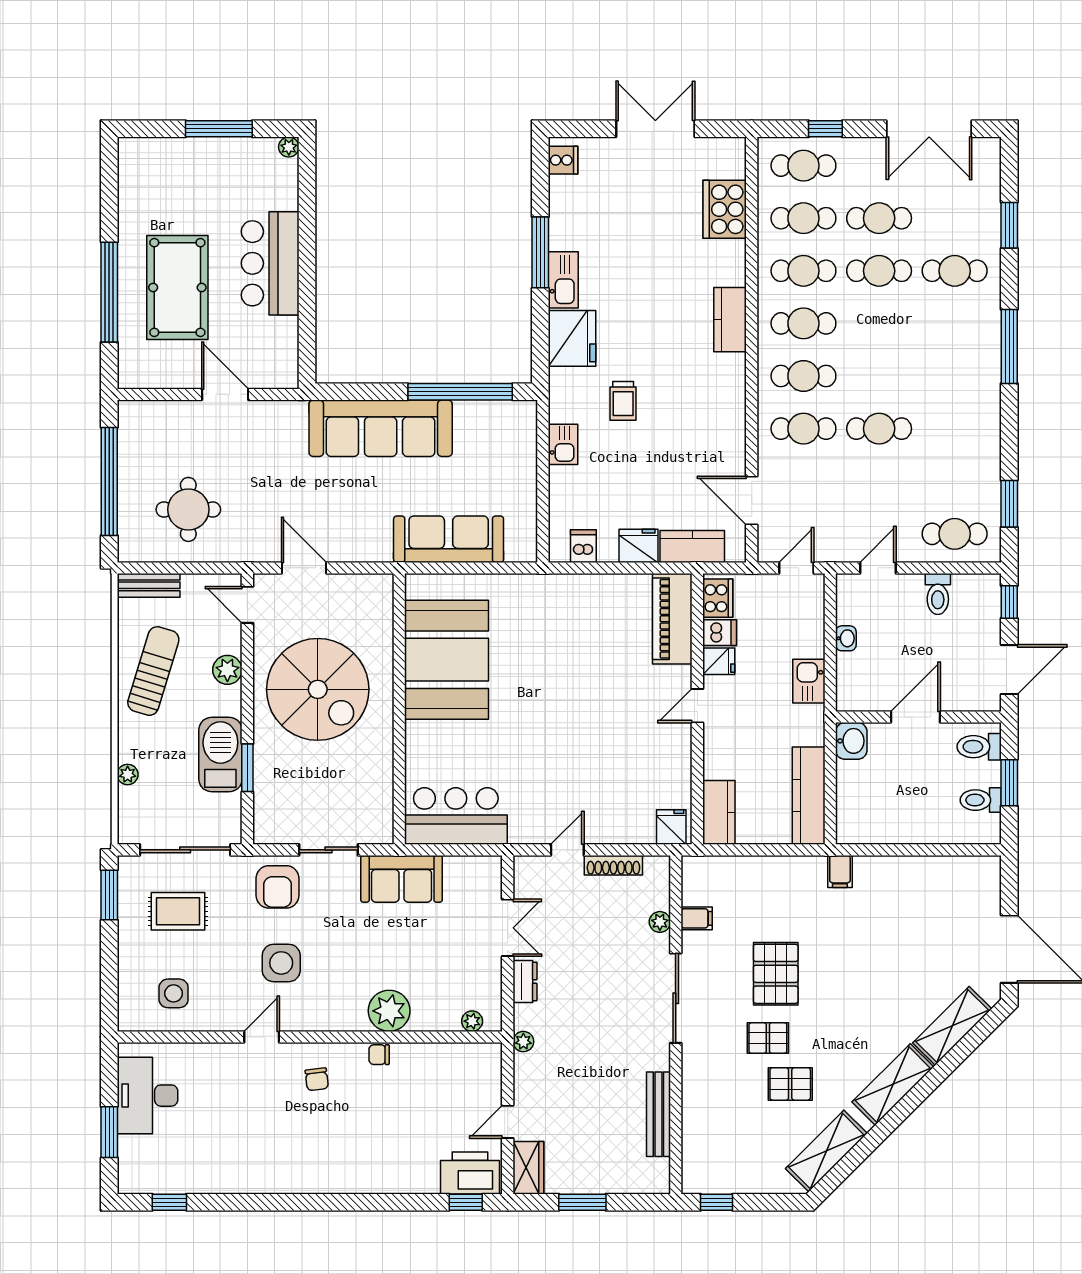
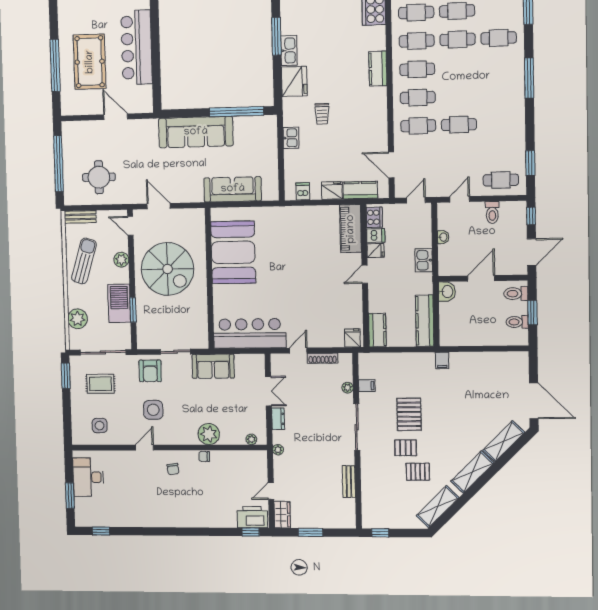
bar counter: (270, 263) -> (137, 47), width x1.36
plant: (128, 774) -> (78, 319), width x1.87, depth x1.87
bar counter: (456, 816) -> (250, 333), width x1.36
bench: (658, 1114) -> (349, 481), width x0.73

